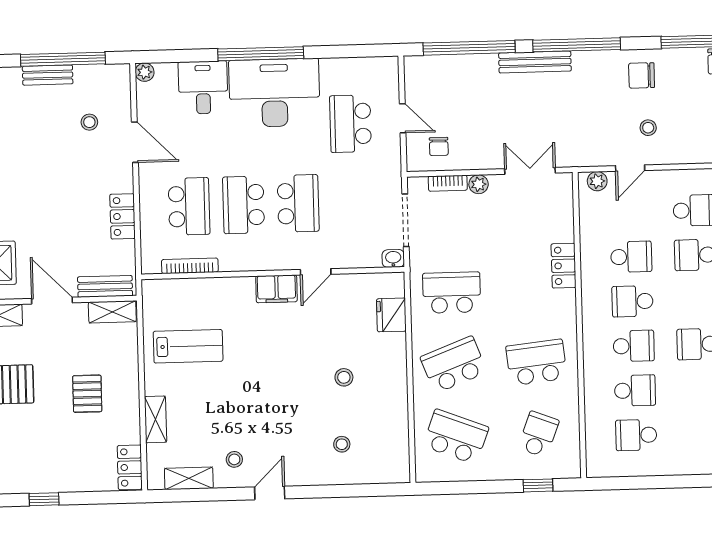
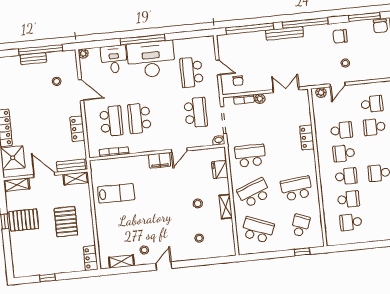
school desk: (298, 203) -> (196, 113), moved
pallet: (87, 394) -> (66, 222), width x1.50, depth x1.42
shelving: (156, 419) -> (226, 207), moved

